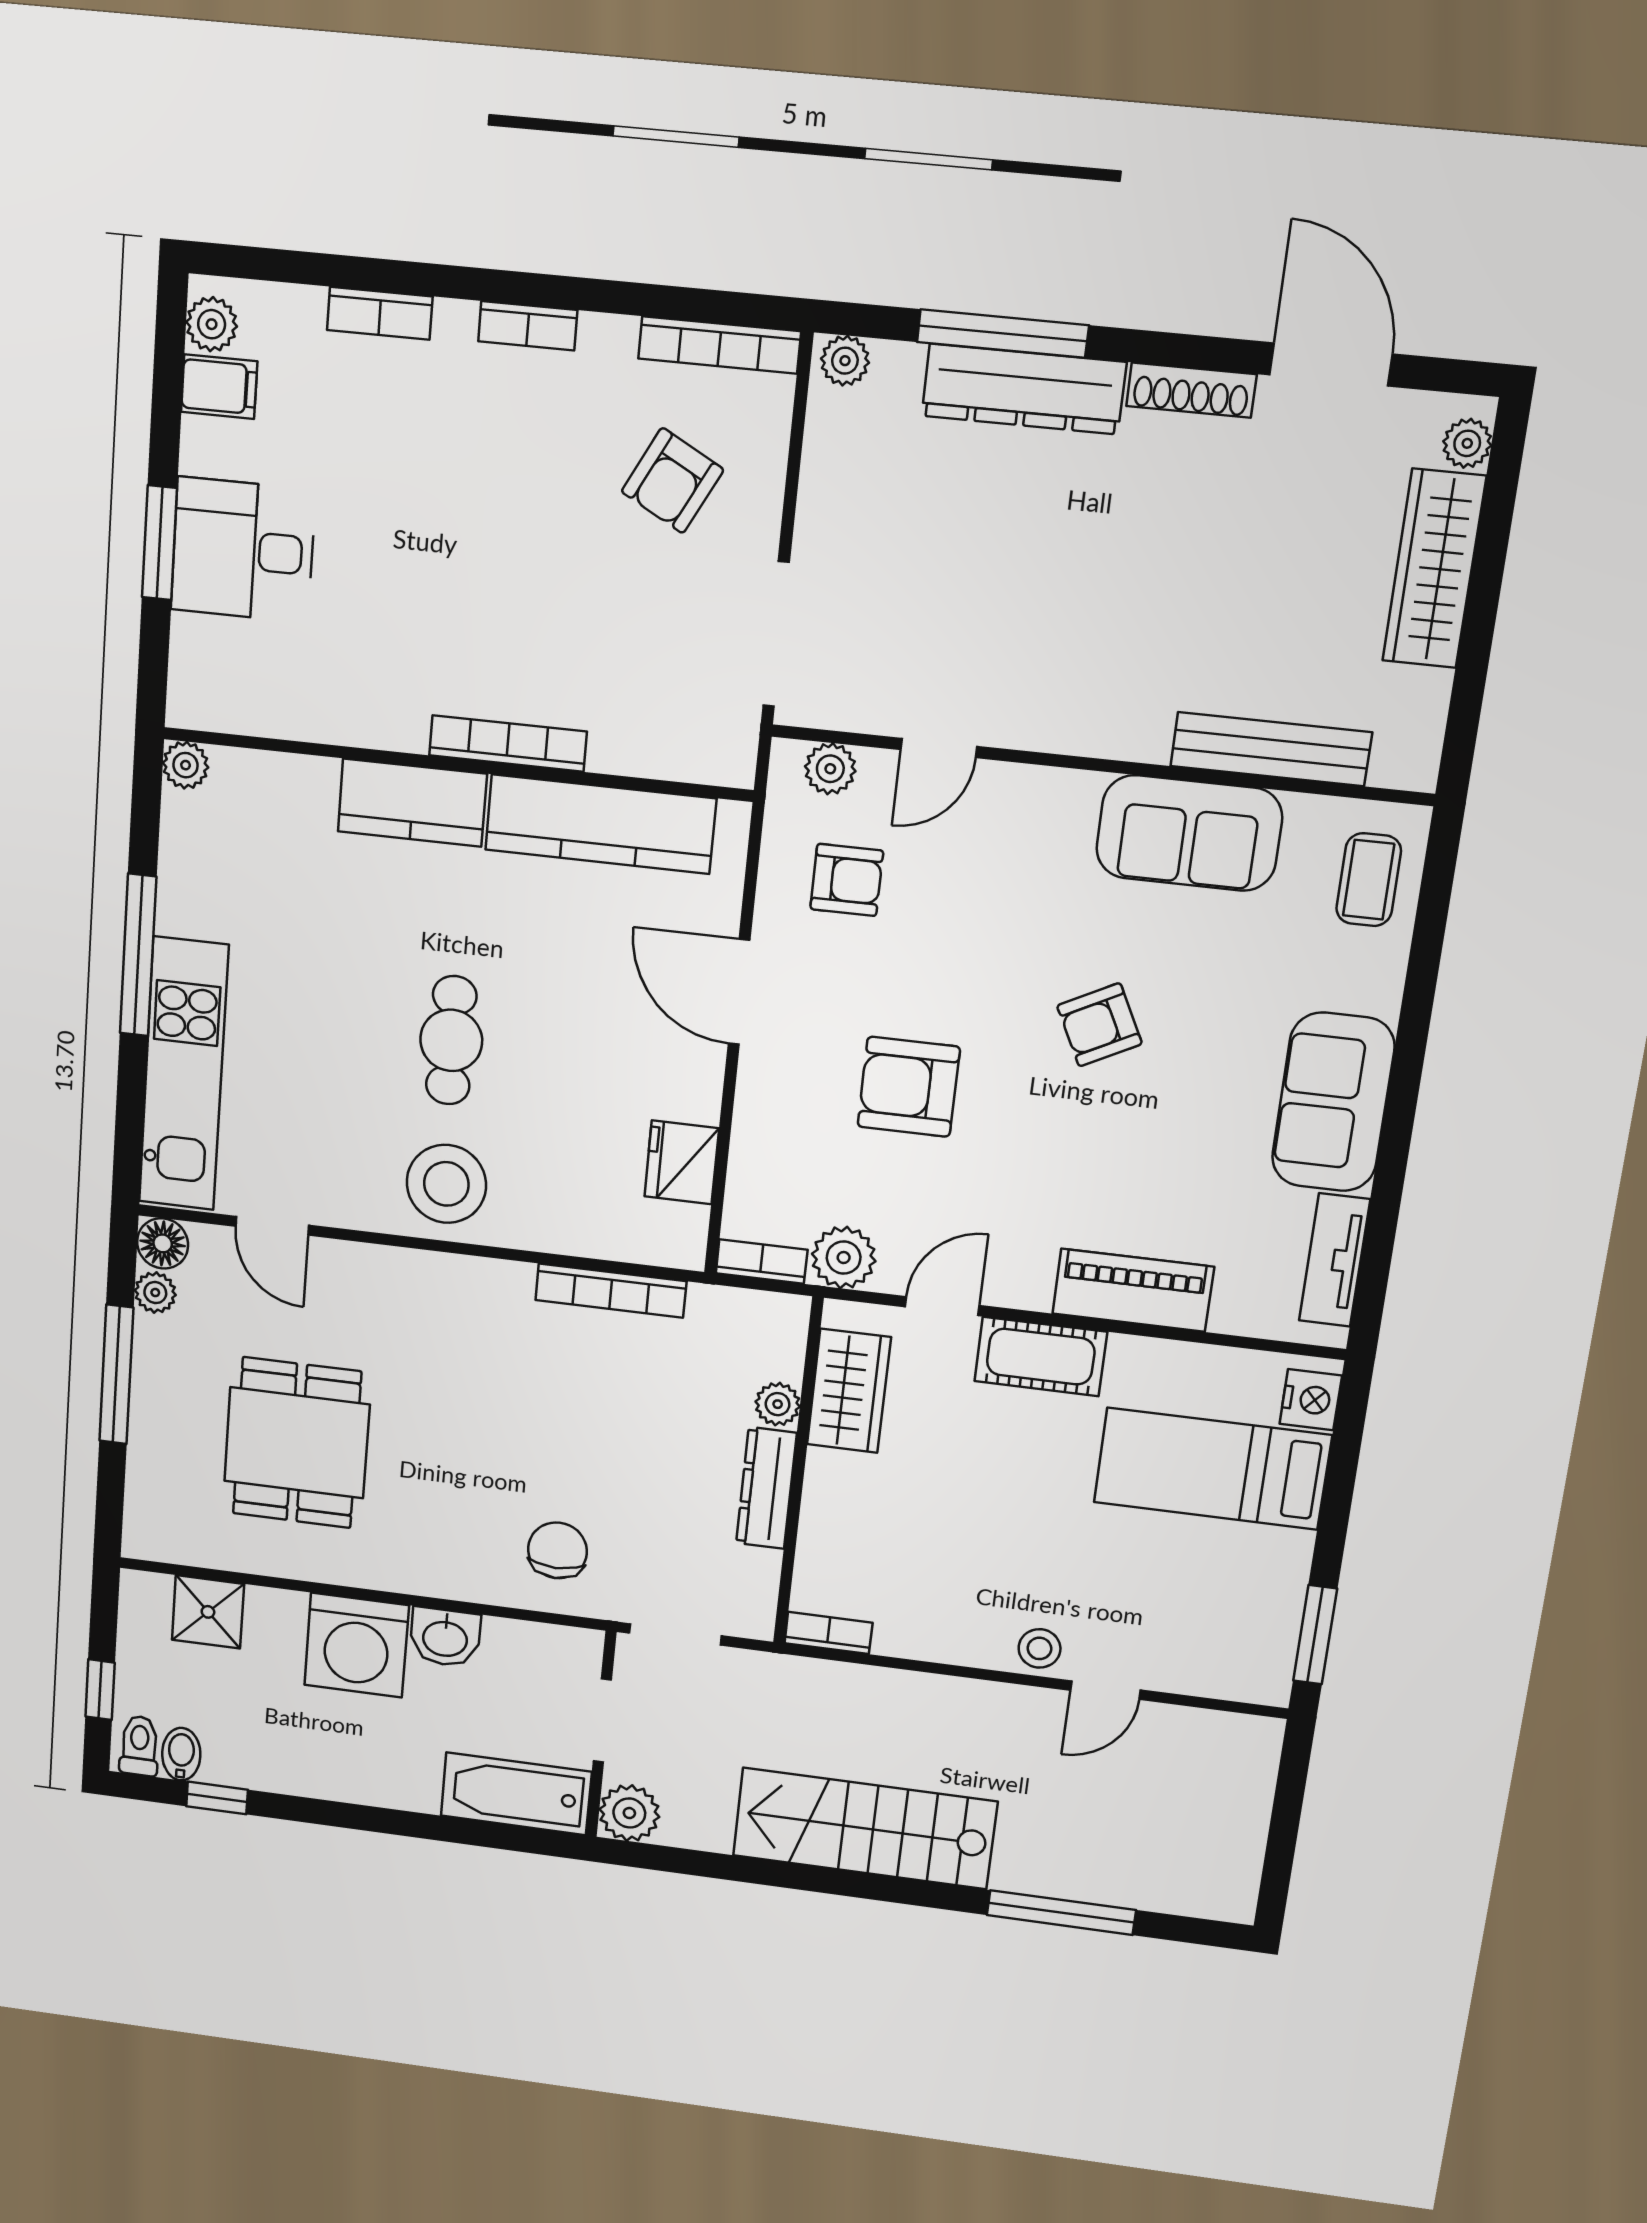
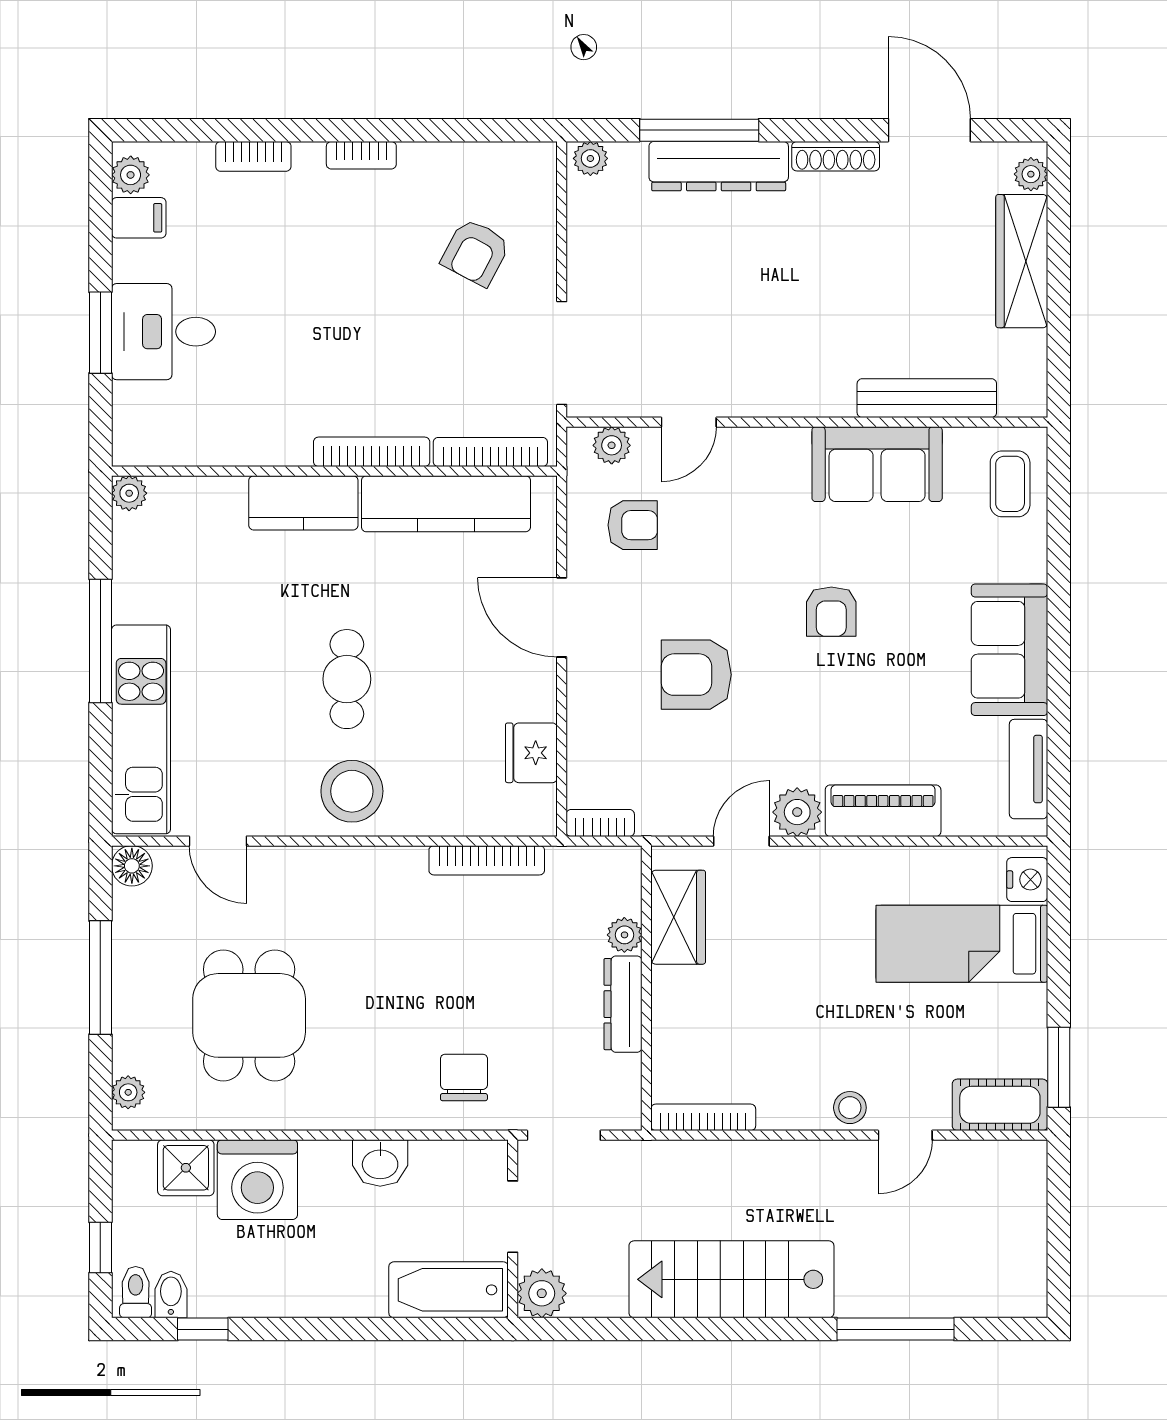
bookcase: (720, 345) -> (490, 452), moved, turned 180
armchair: (1100, 1025) -> (831, 612), turned -63
plant: (844, 1258) -> (797, 812), moved
plant: (155, 1293) -> (128, 1092), moved
cot: (1041, 1357) -> (1000, 1105), moved
bookcase: (828, 1633) -> (703, 1117), width x1.56
washing machine: (357, 1645) -> (257, 1180), moved

